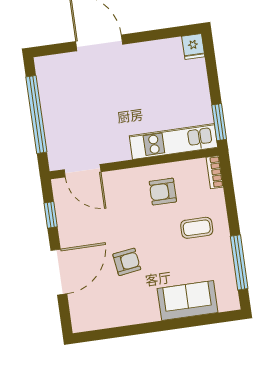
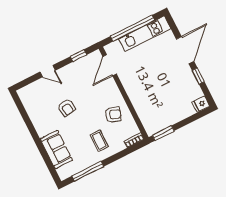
window: (147, 36) -> (198, 76), added
kitchen unit: (173, 141) -> (145, 34), moved, turned 90
armchair: (163, 192) -> (113, 115), turned 108
door: (59, 272) -> (48, 71), width x0.53

